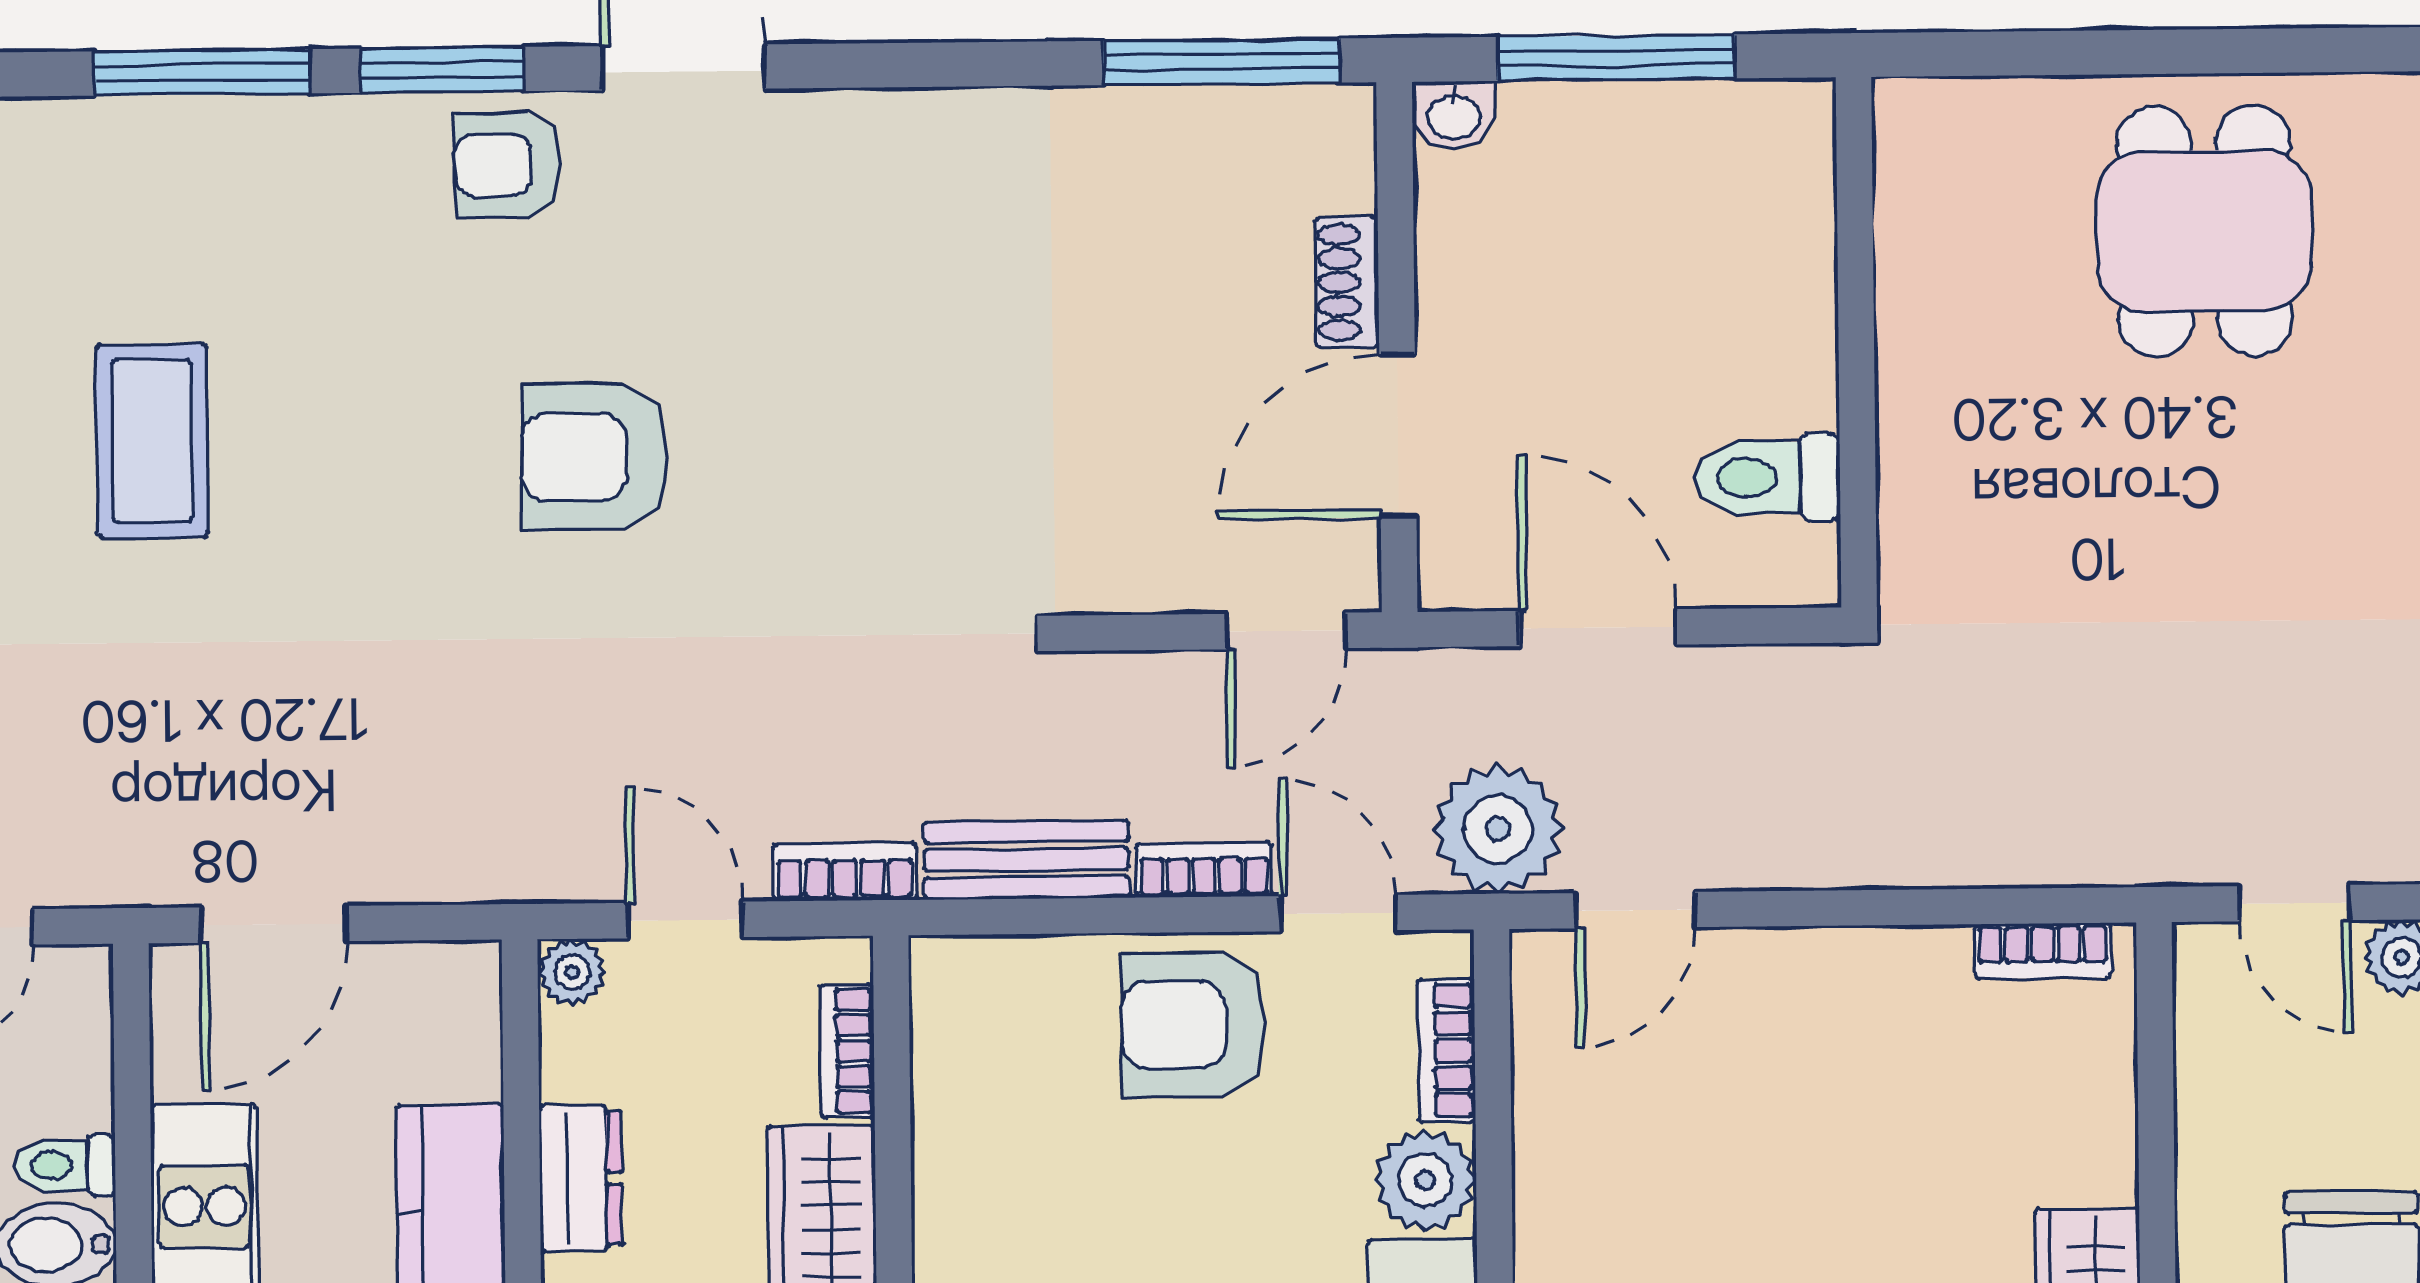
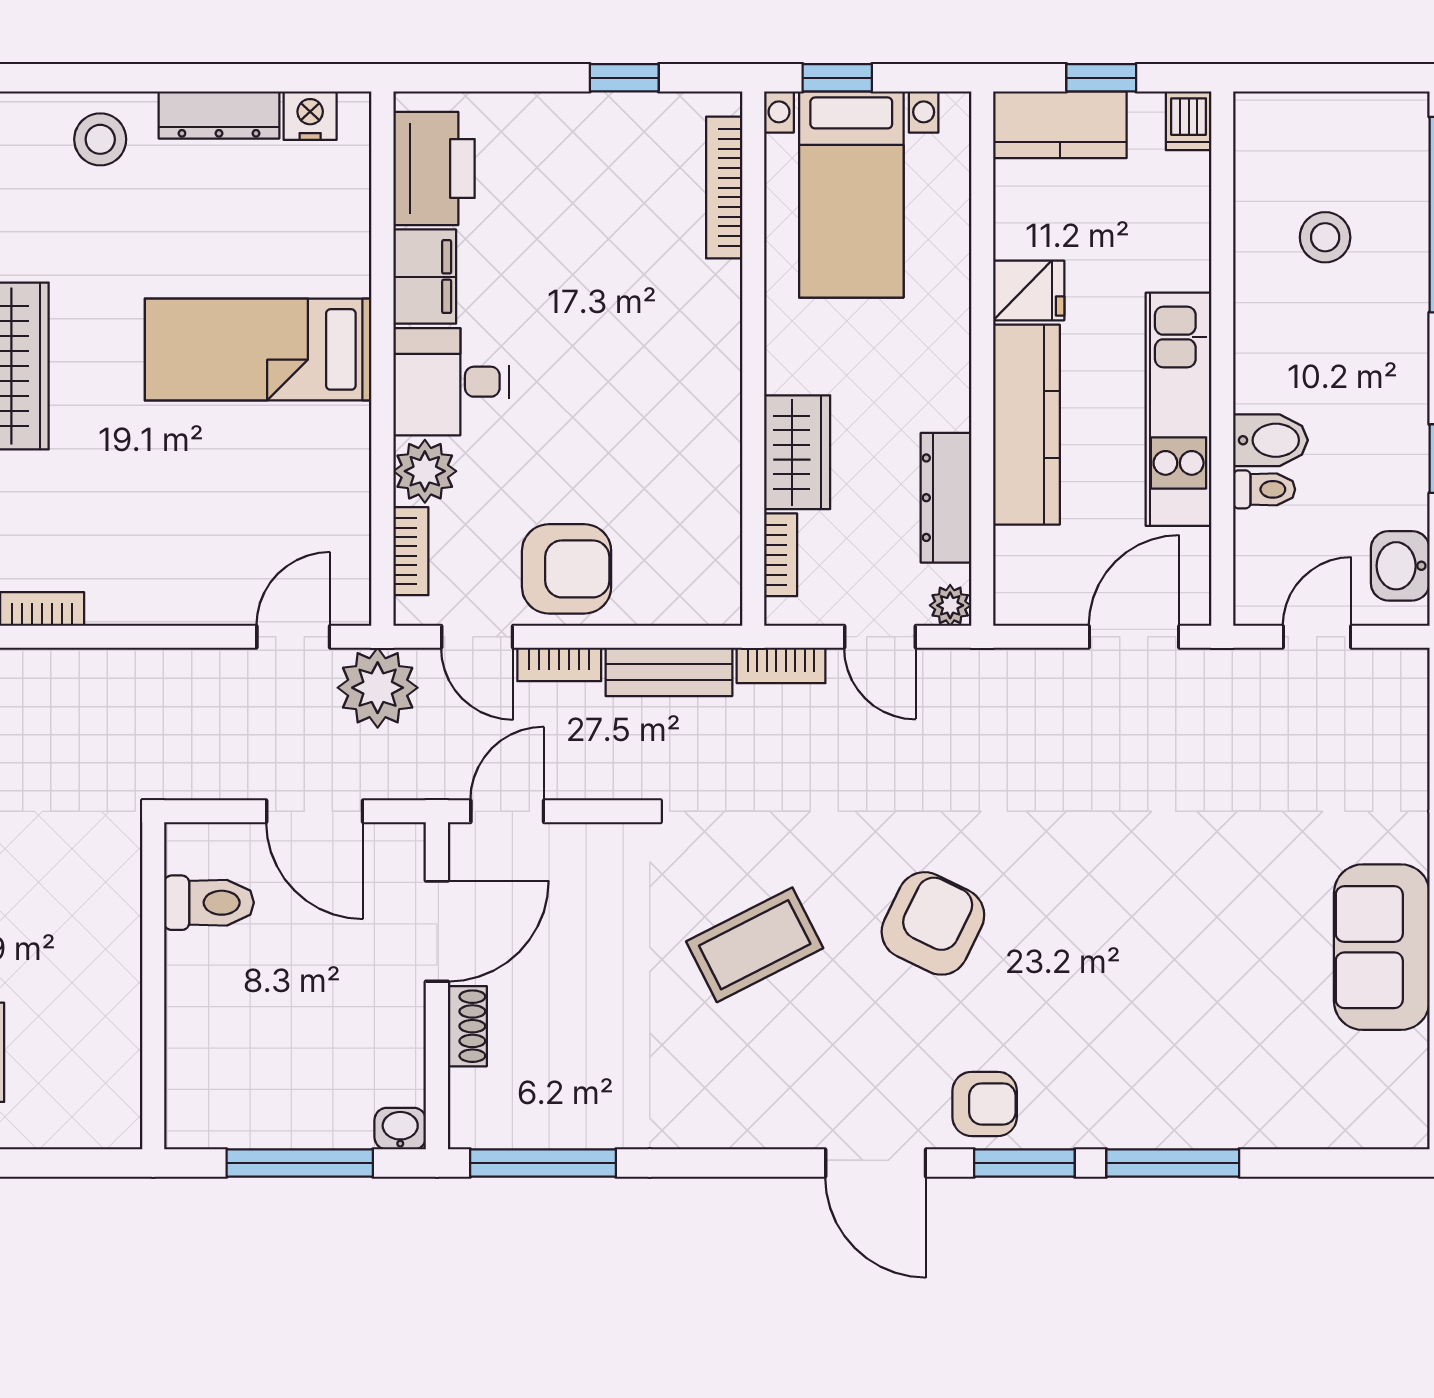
coffee table: (152, 441) -> (755, 945), moved, turned 63
armchair: (595, 456) -> (933, 923), turned -64
dresser: (581, 1178) -> (946, 498), width x1.44

